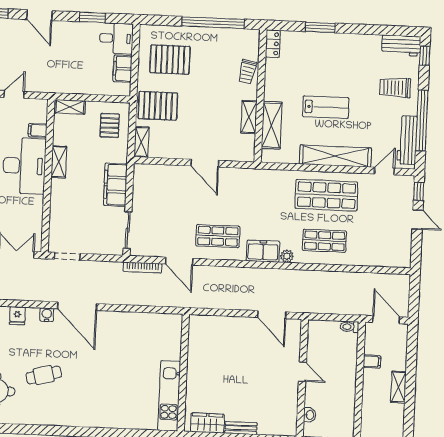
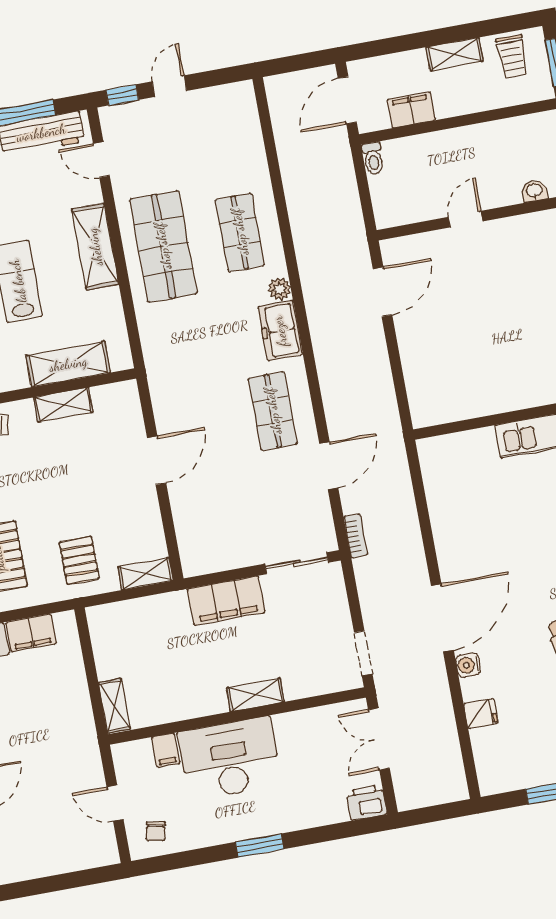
pallet: (158, 106) -> (79, 560), width x0.67, depth x0.71
pallet: (110, 125) -> (130, 633), removed
shelving: (335, 156) -> (95, 247), width x0.68
shelving: (59, 162) -> (255, 695), moved
bookcase: (142, 268) -> (356, 536), width x0.64
filing cabinet: (372, 362) -> (411, 110), width x2.00
trolley: (390, 420) -> (512, 56), added

